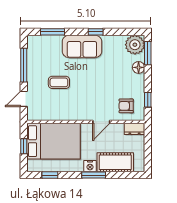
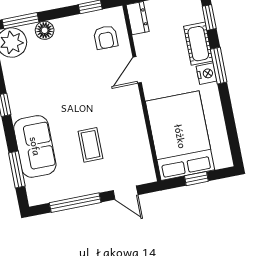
sofa: (82, 46) -> (35, 146), moved
door: (101, 122) -> (137, 70), swing flipped
cot: (115, 162) -> (198, 44), width x0.73, depth x0.75
window: (50, 175) -> (209, 17), moved

